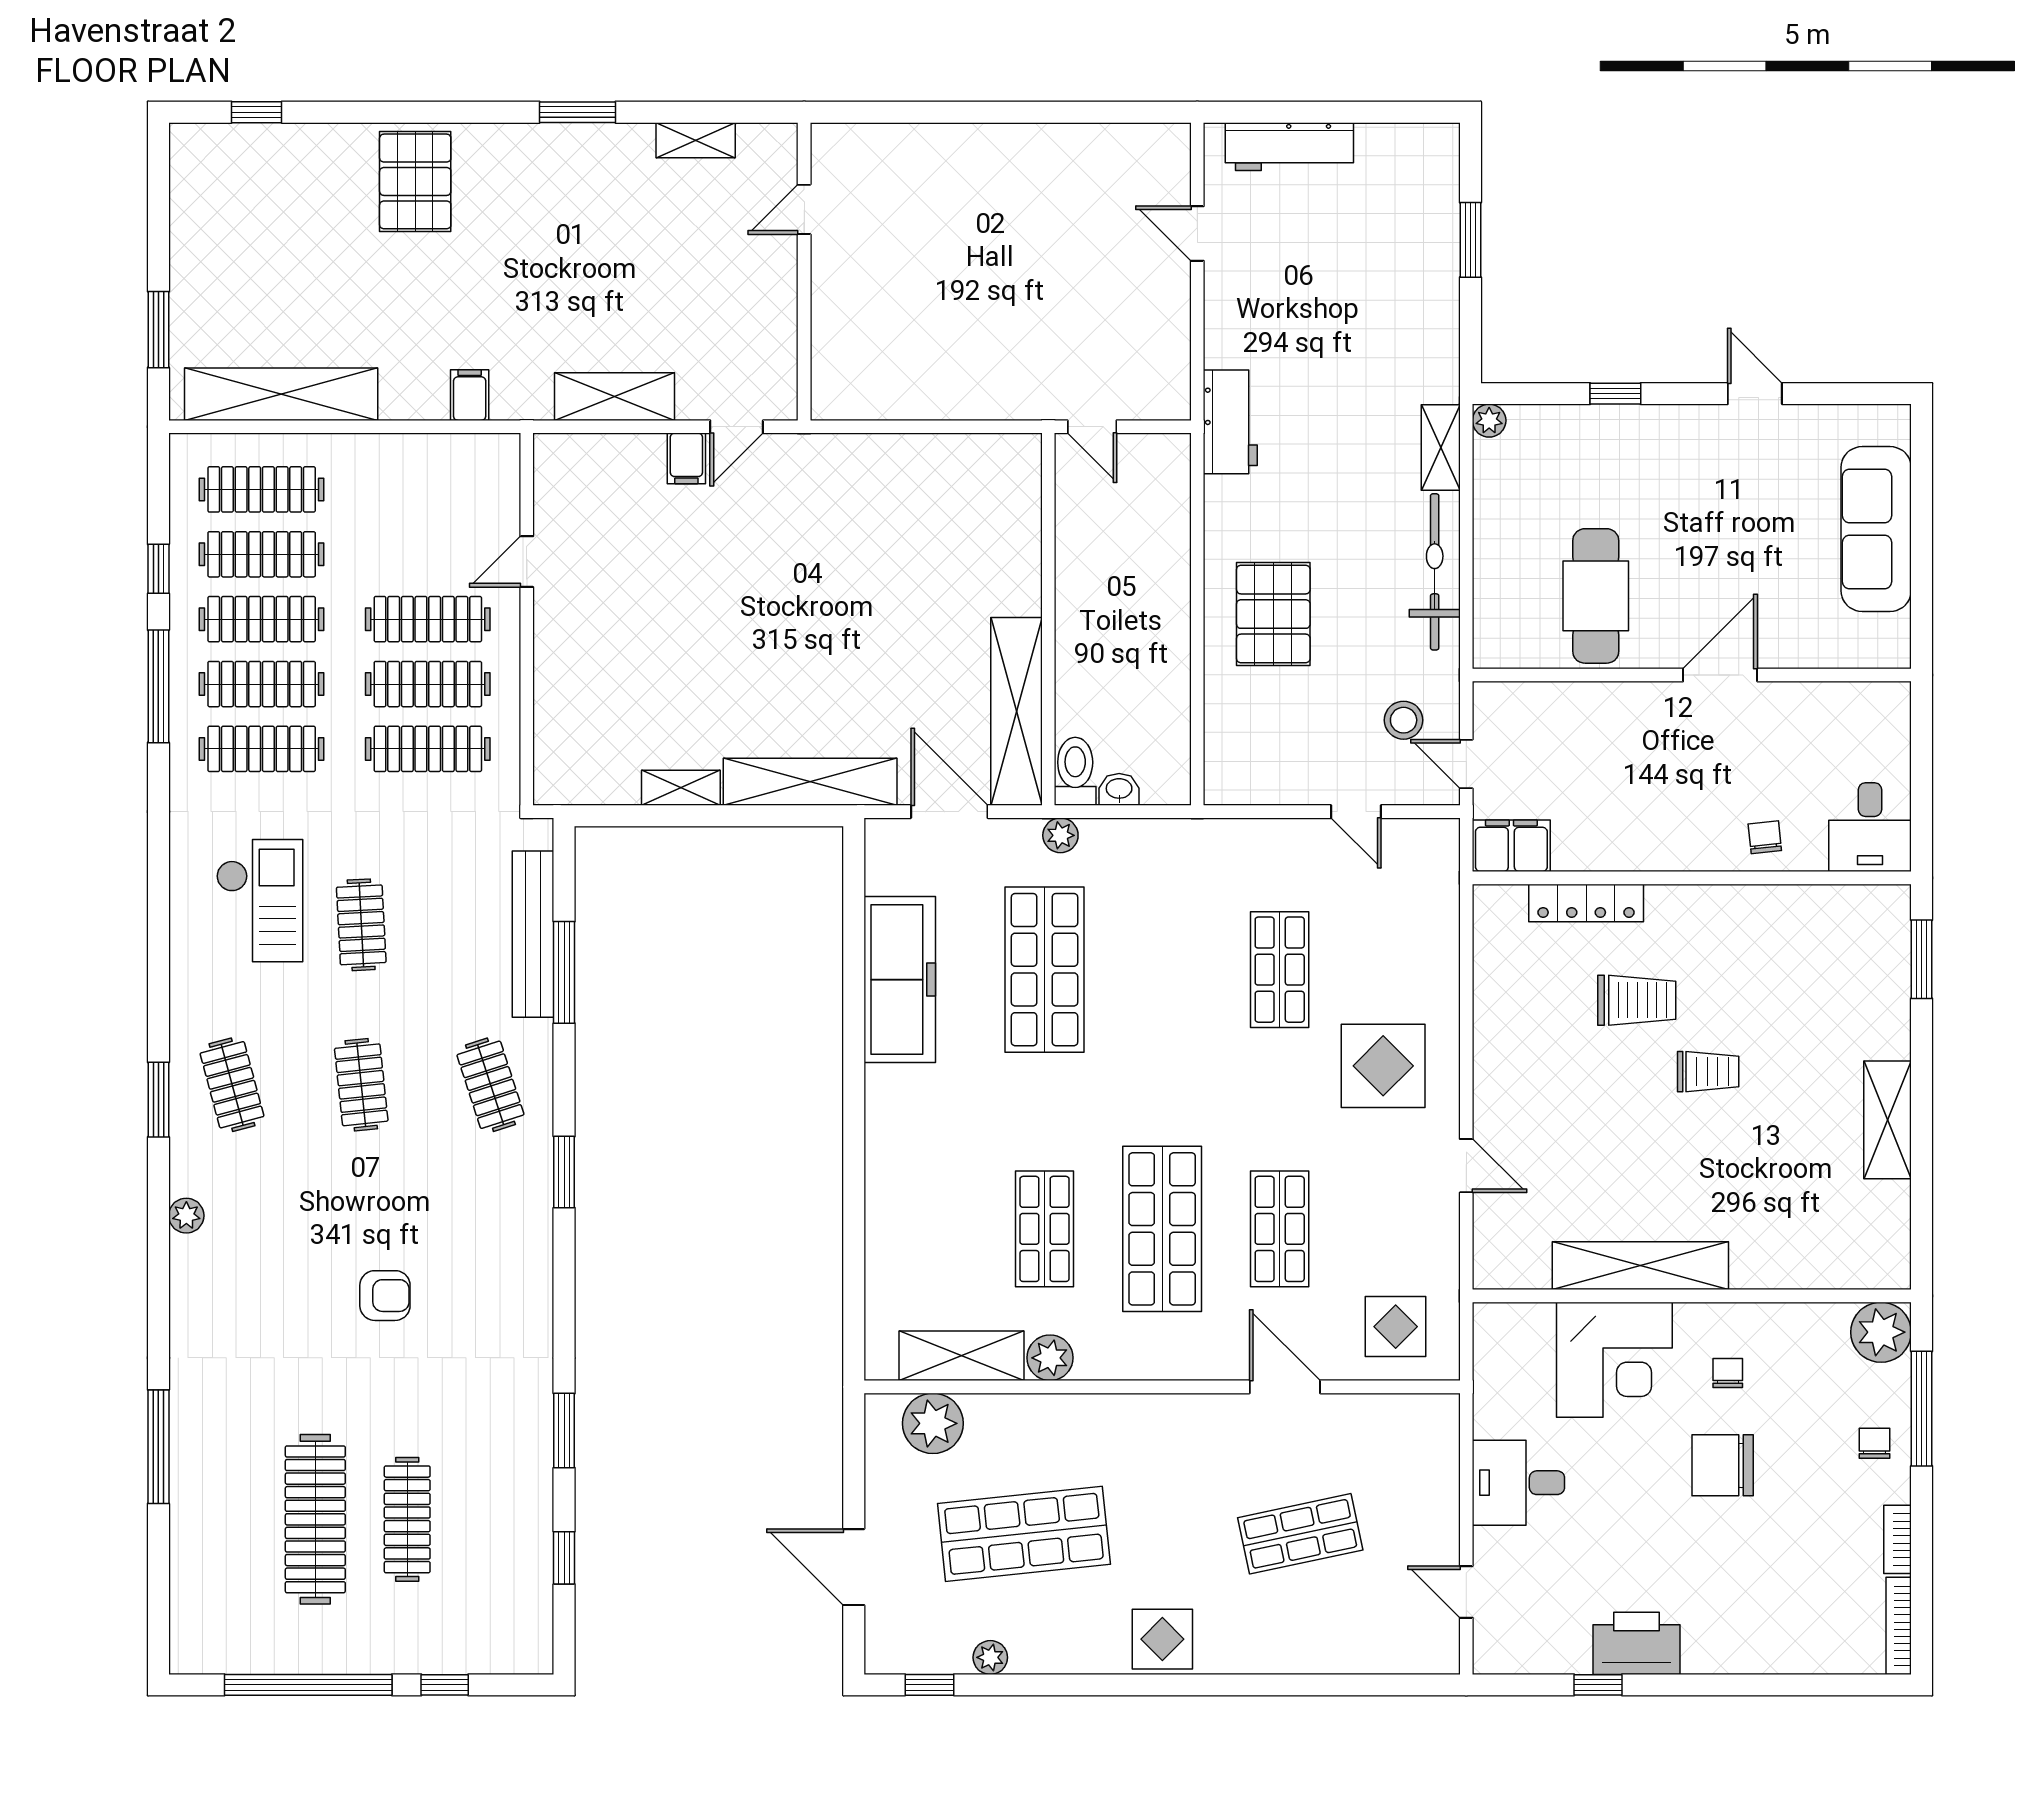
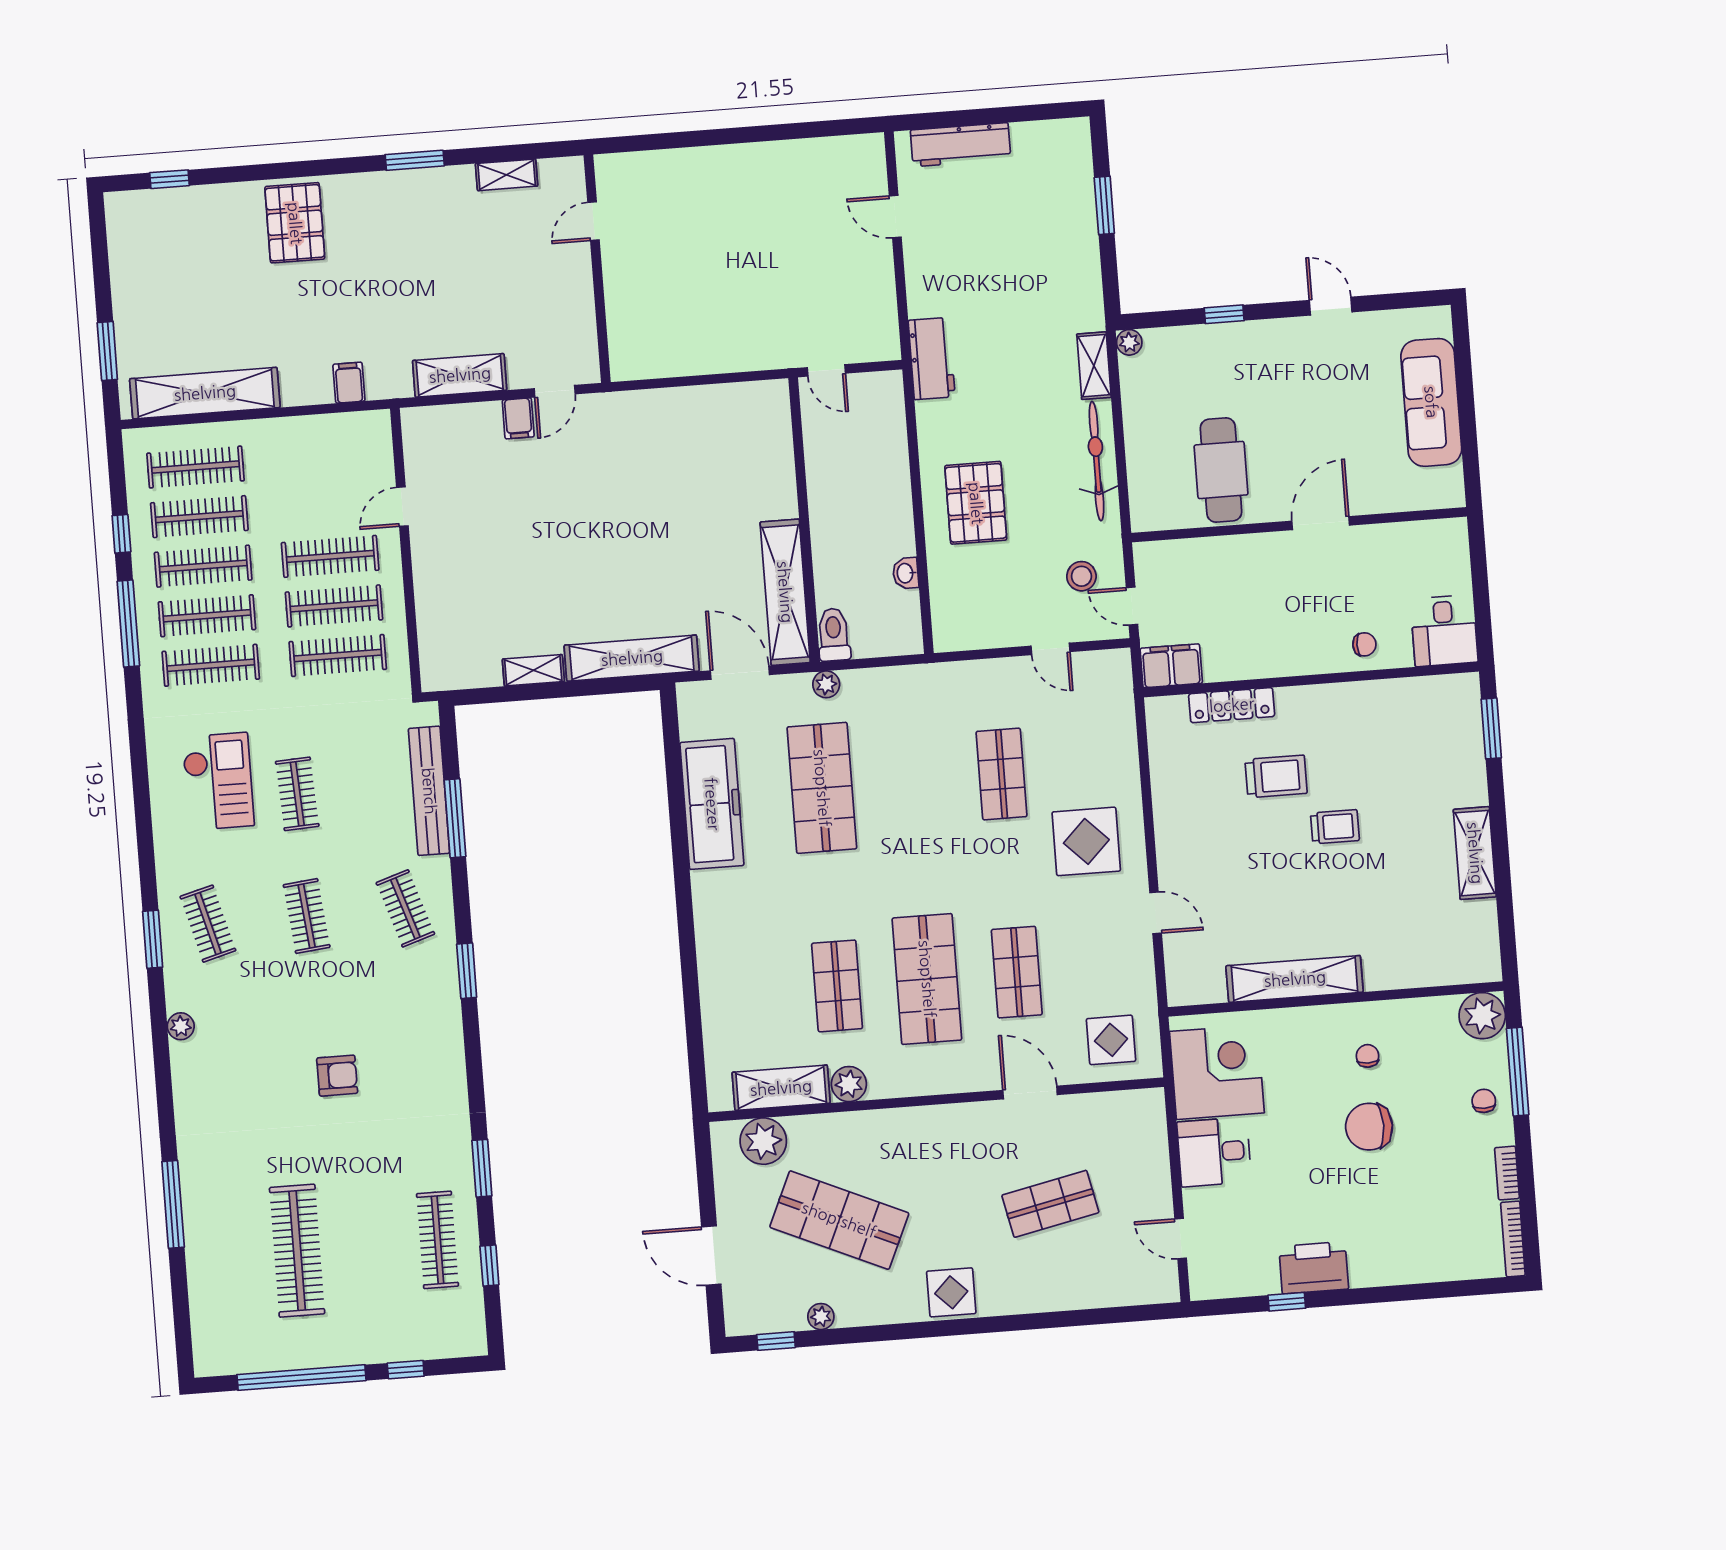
washbasin: (1119, 789) -> (906, 573), moved, turned -90
chair: (1765, 837) -> (1364, 644), turned 96
corner desk: (1614, 1360) -> (1217, 1072), moved, turned -90
clothes rail: (407, 1519) -> (438, 1240), moved
shop shelf: (1024, 1534) -> (839, 1220), turned 30

